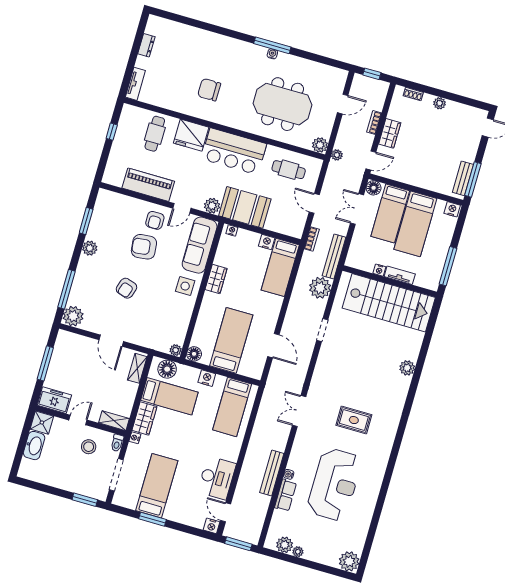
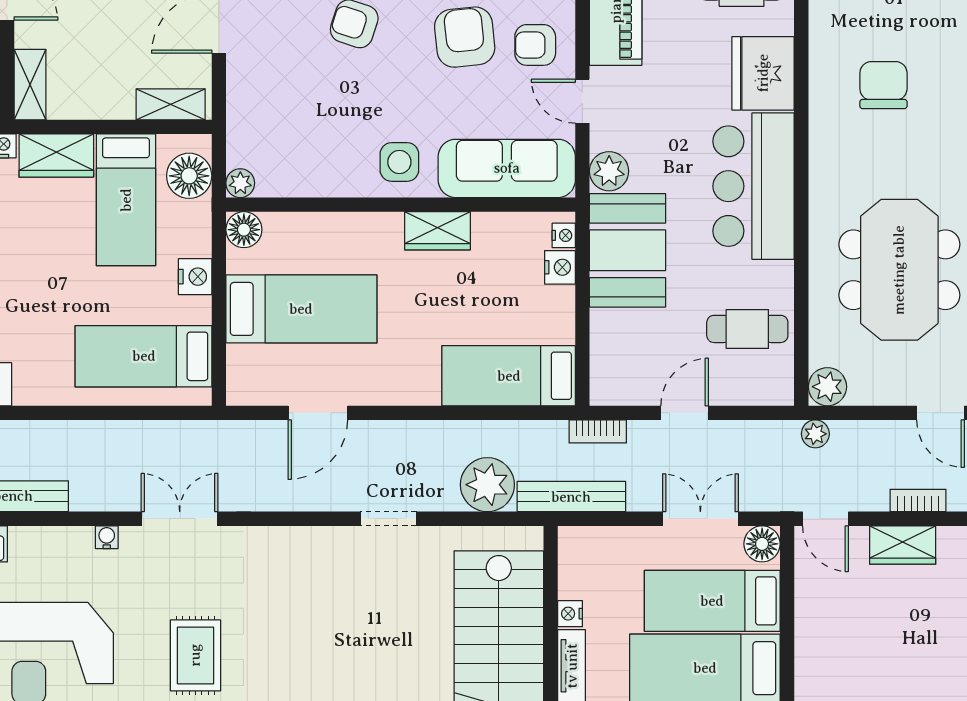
cafe table: (289, 170) -> (747, 329), turned 90
nightstand: (267, 242) -> (560, 267), moved
water cooler: (289, 474) -> (107, 537), moved

